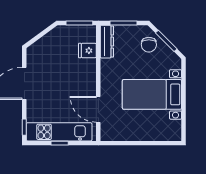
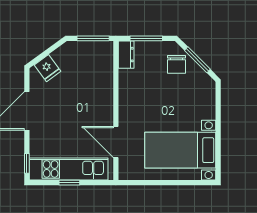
dresser: (107, 42) -> (126, 55), width x0.70
fridge: (87, 51) -> (48, 68), moved, turned -126
bed with nightstands: (152, 94) -> (180, 150), moved

